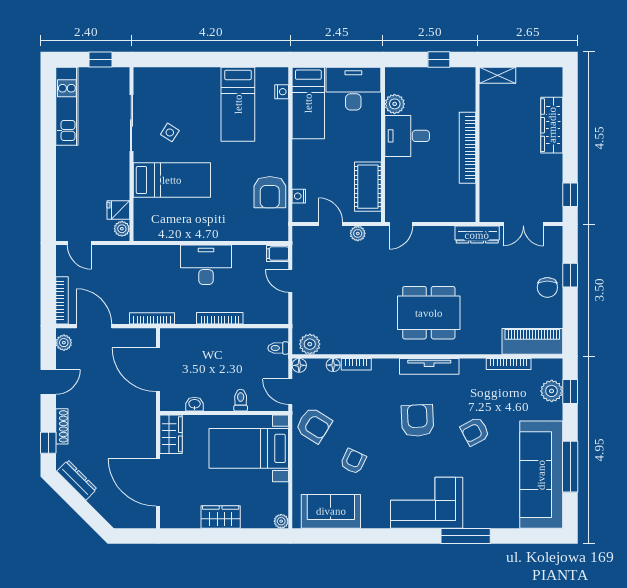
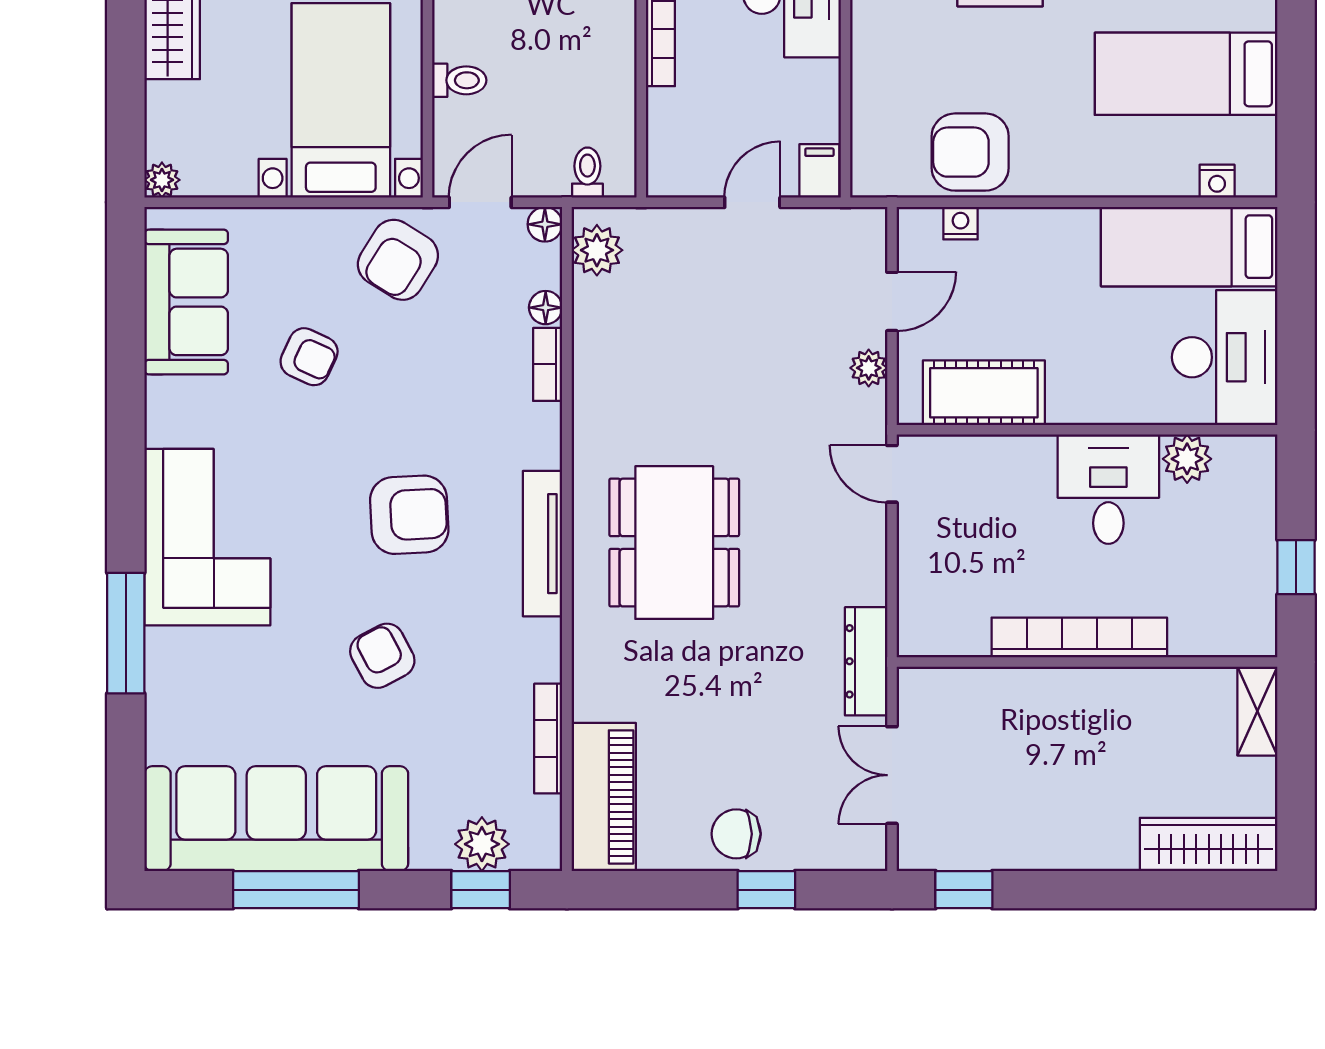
wardrobe: (552, 125) -> (1209, 844), moved

